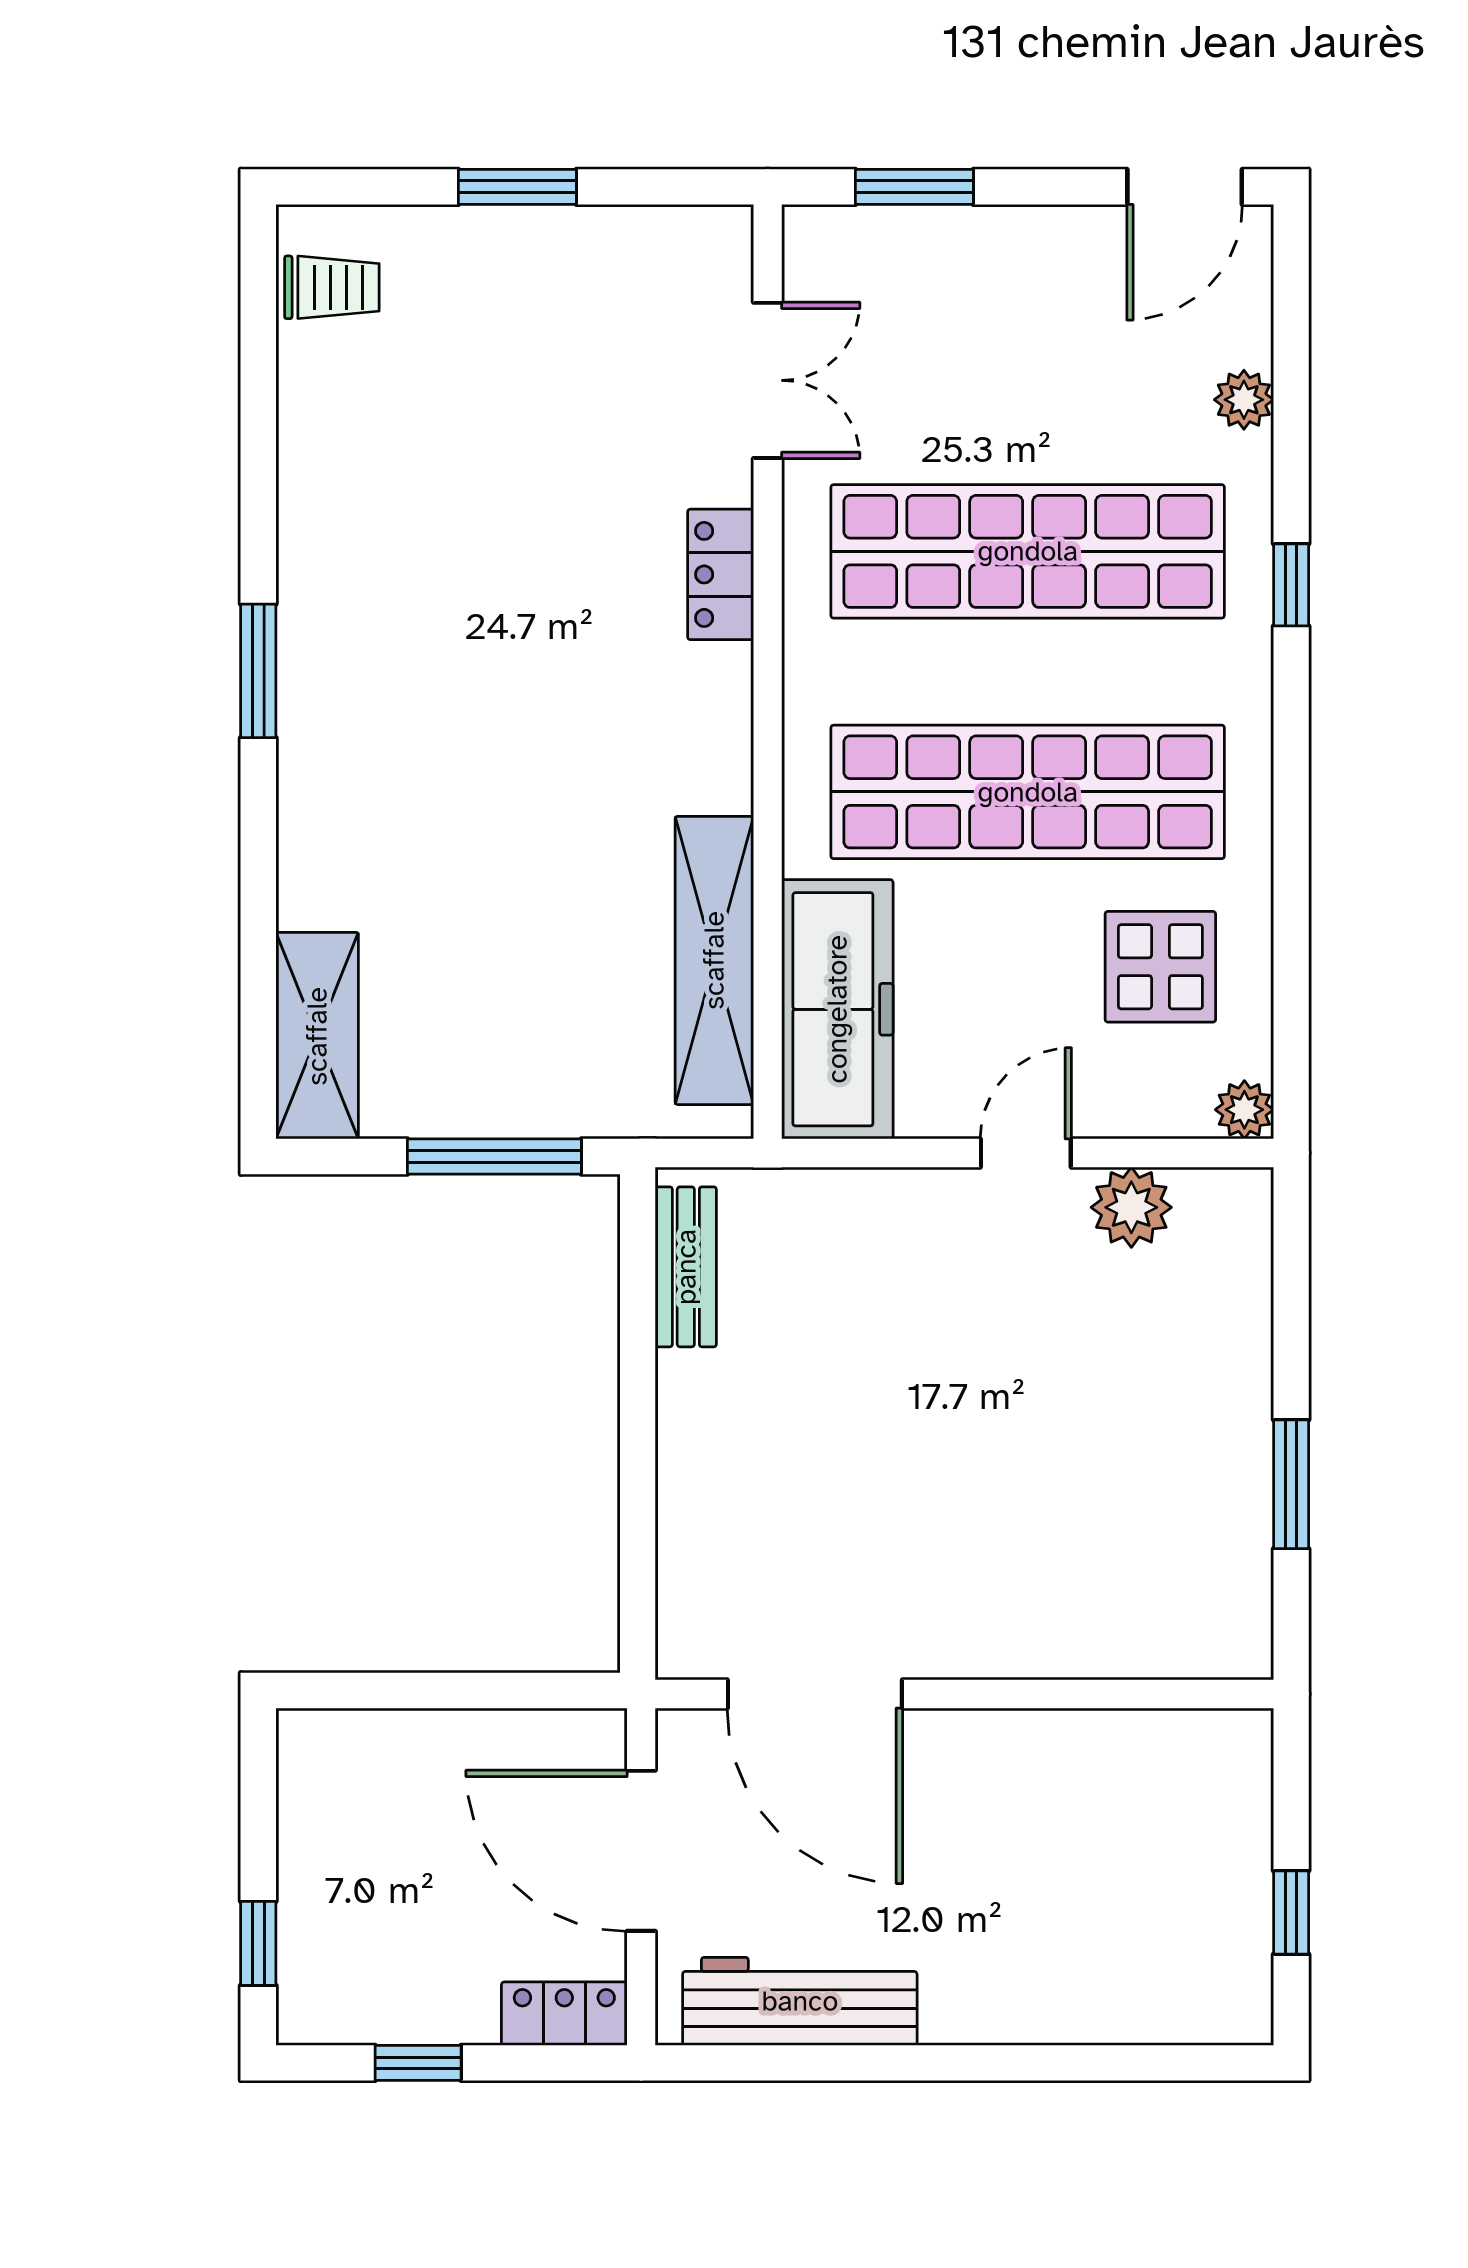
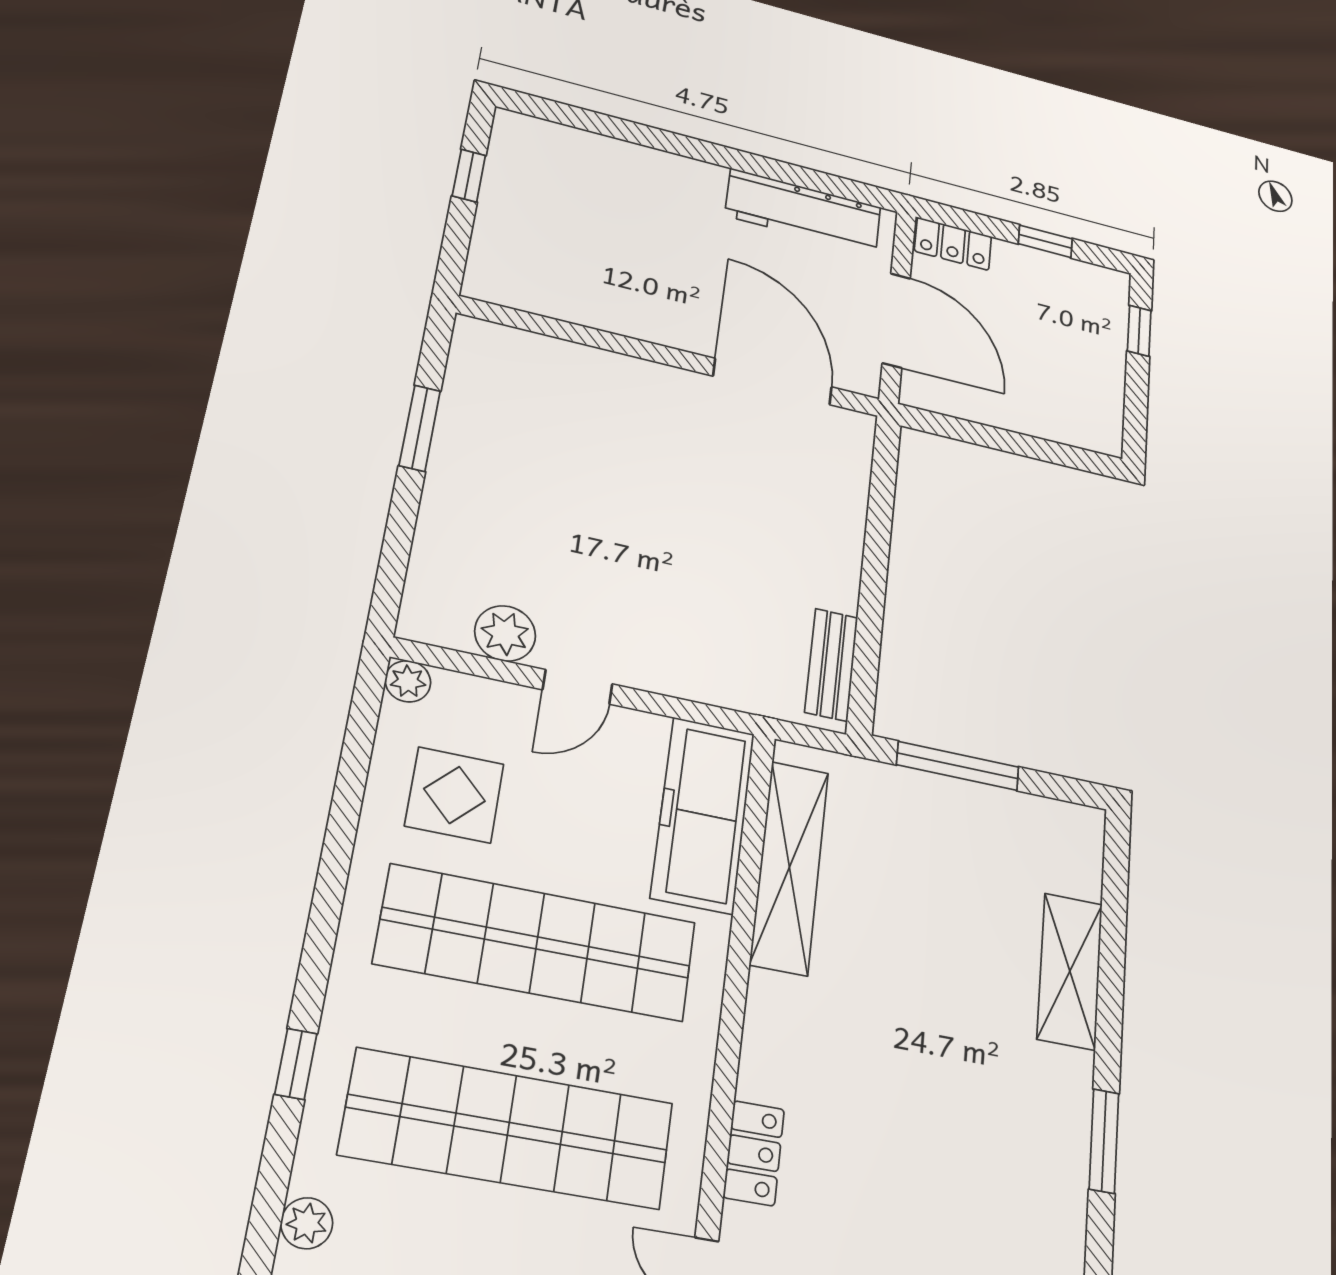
shelving: (317, 1036) -> (1070, 971), moved

